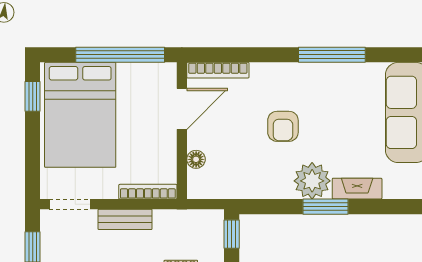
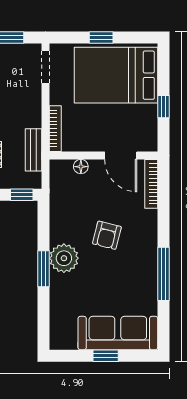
window: (120, 55) -> (163, 107), width x0.32
window: (33, 96) -> (101, 38), moved
armchair: (283, 126) -> (107, 235), turned -76
fireplace: (357, 189) -> (58, 294), removed
bench: (125, 219) -> (33, 150), moved

